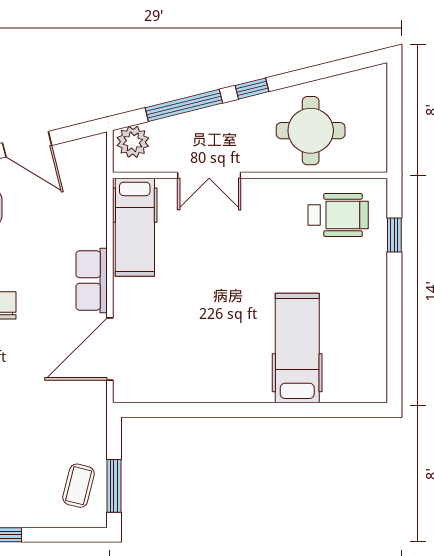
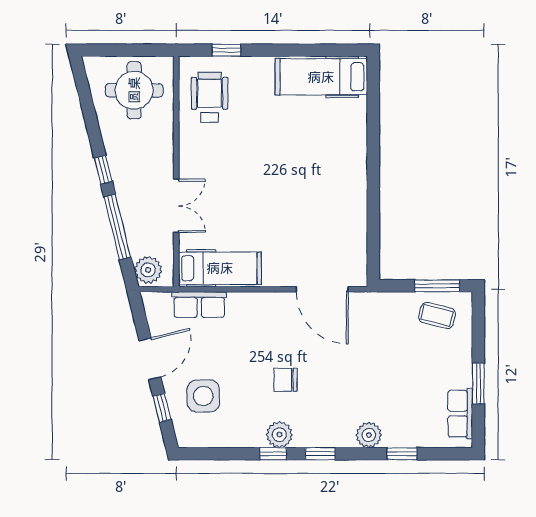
round table: (311, 131) -> (134, 90), moved
row of seats: (92, 280) -> (199, 305), moved
hospital bed: (297, 348) -> (321, 77), moved

